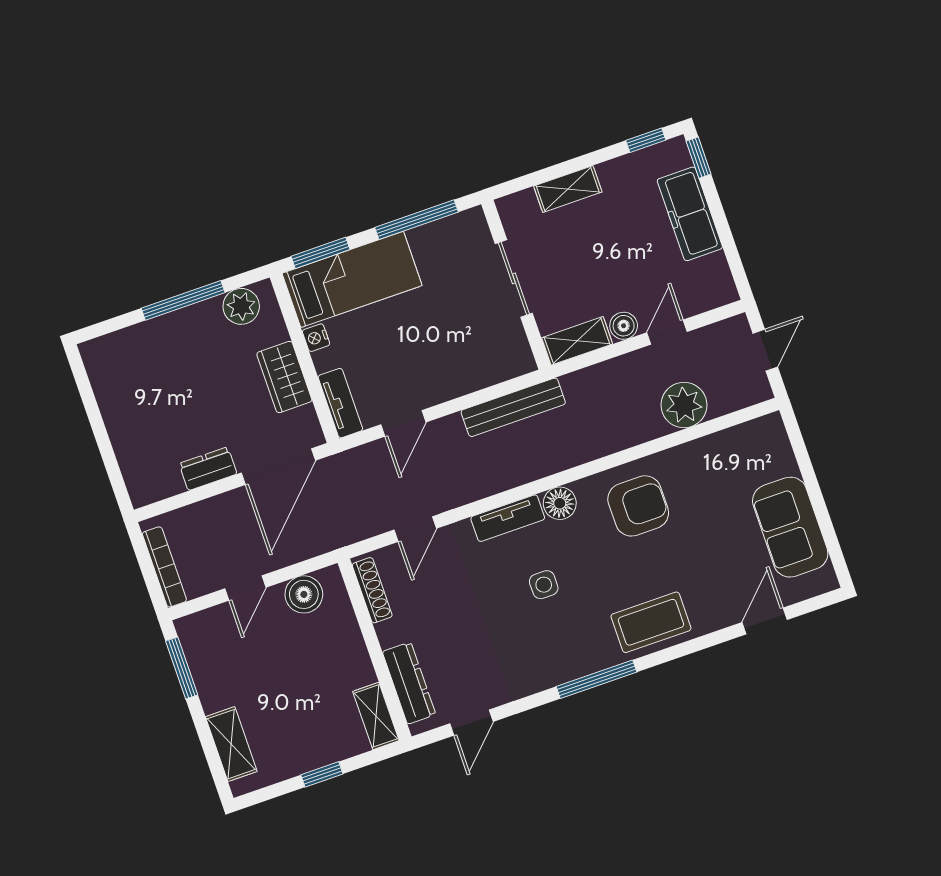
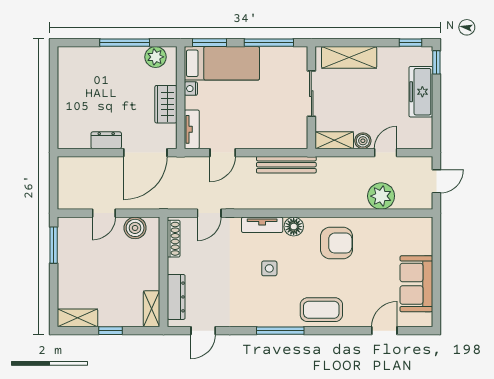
shelving: (568, 189) -> (349, 57), width x1.50, depth x1.33
bookcase: (164, 567) -> (63, 186), removed
shelving: (231, 744) -> (77, 318), moved, turned 90

